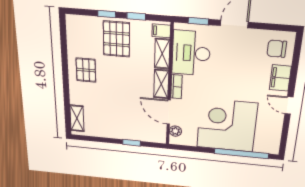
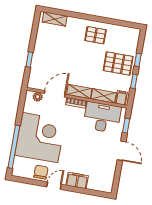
chair: (277, 49) -> (41, 172), moved

